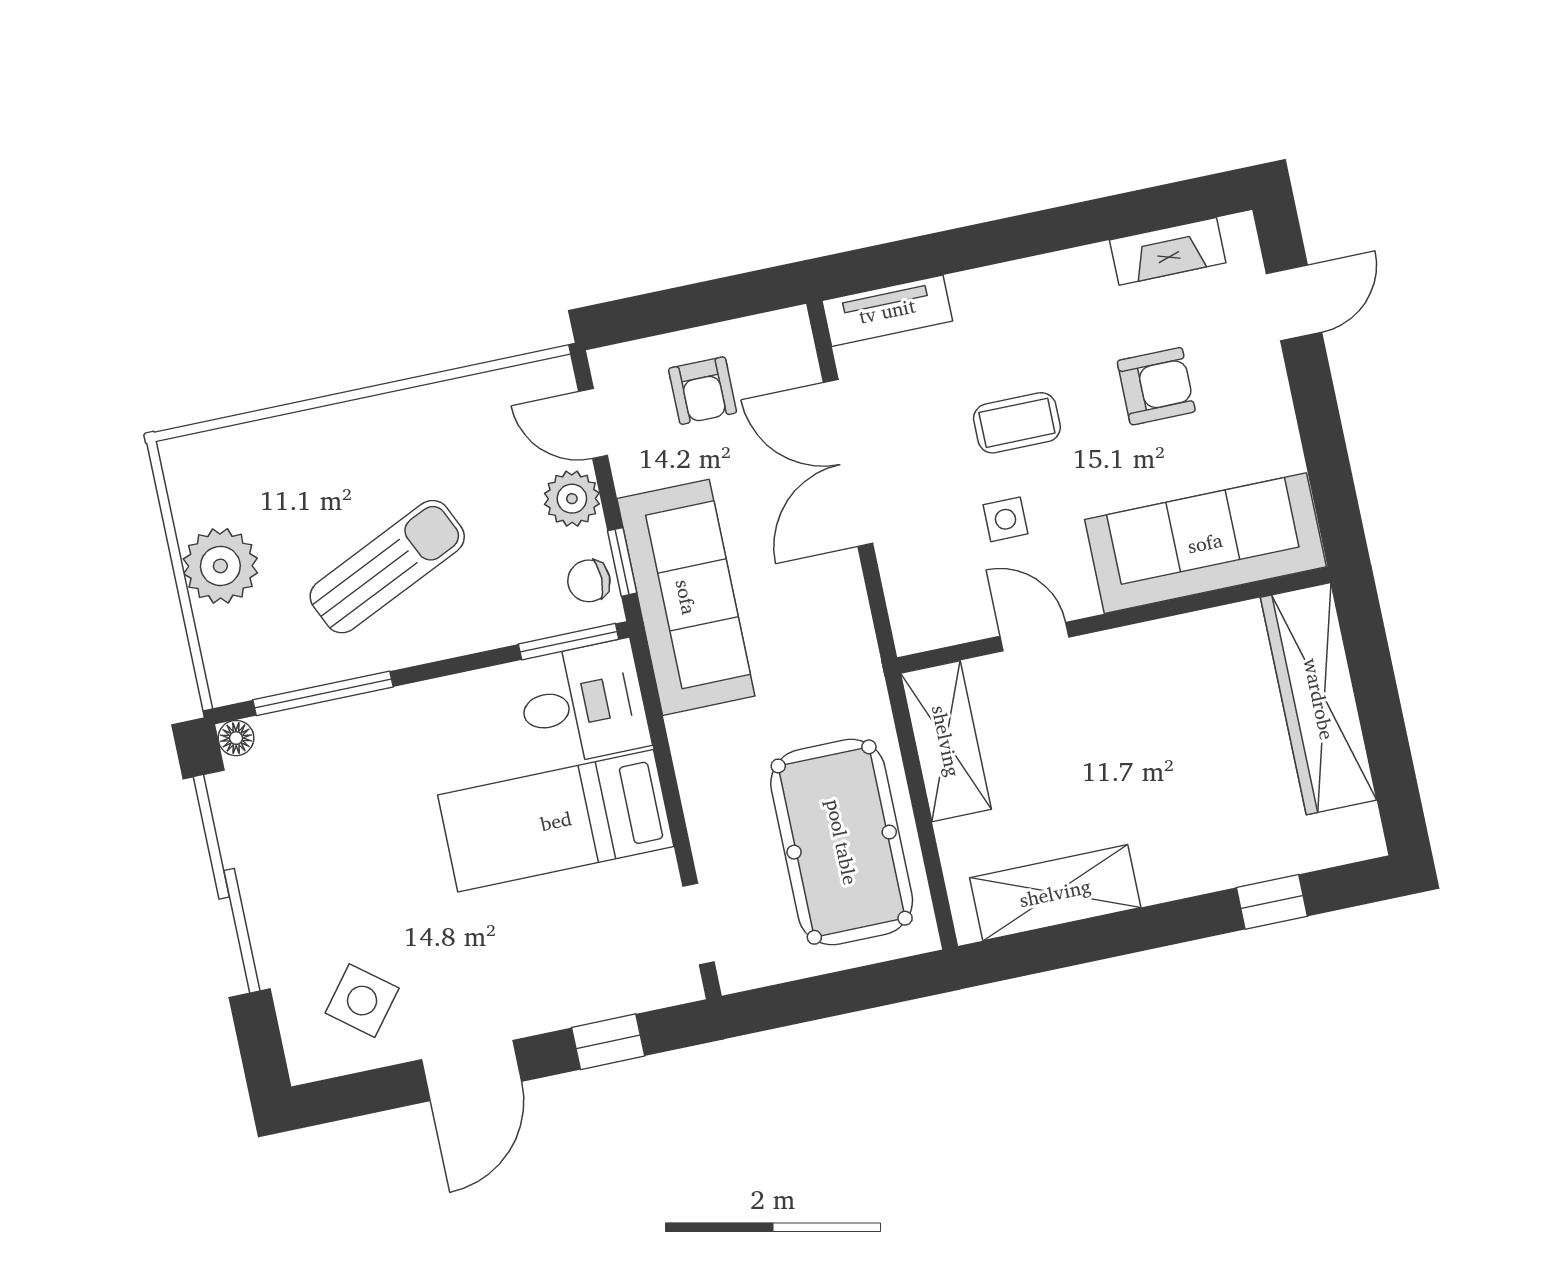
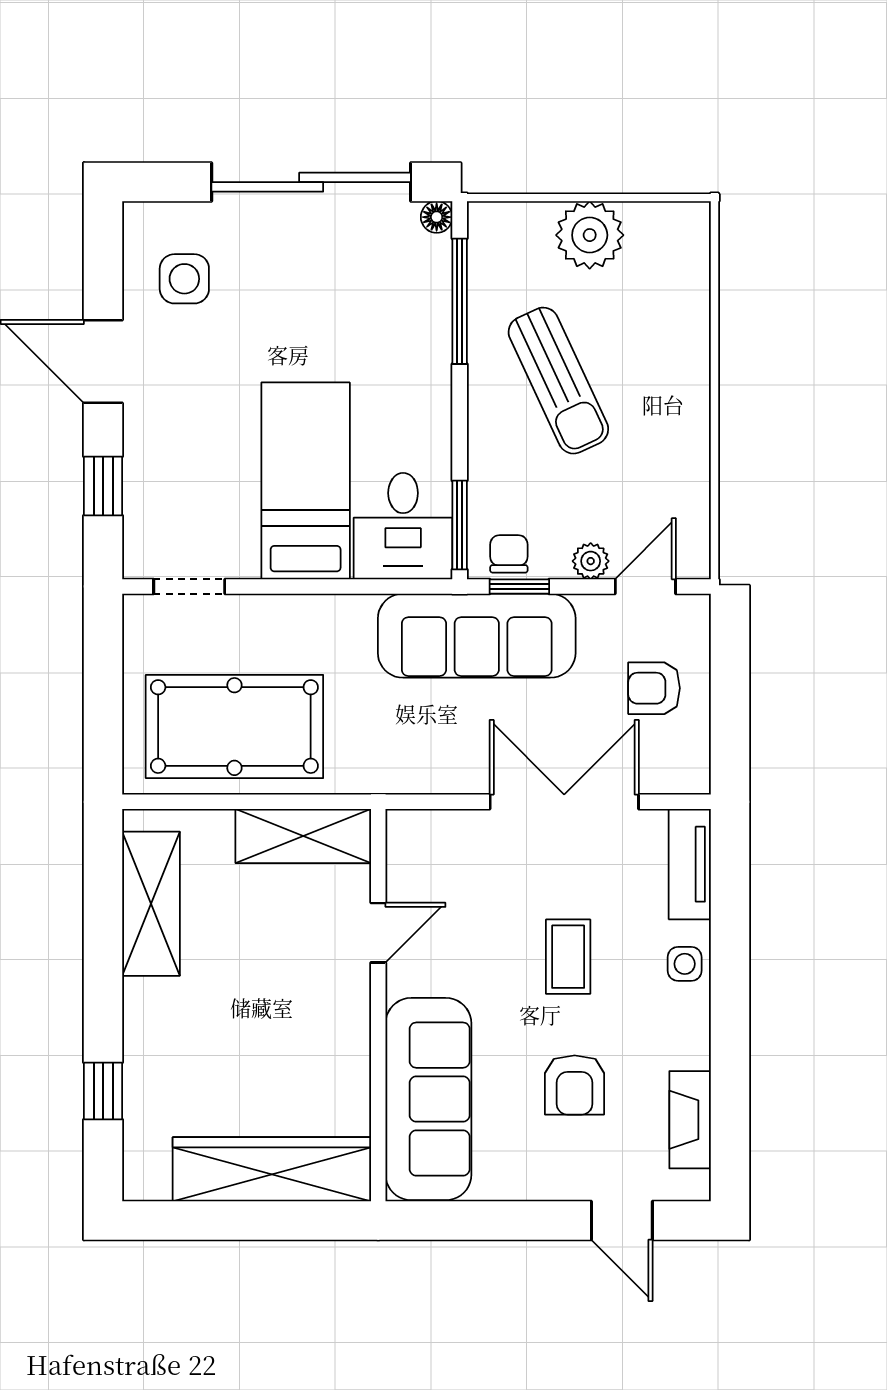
plant: (572, 499) -> (591, 561), width x0.73, depth x0.73
side table: (1006, 519) -> (685, 964), moved
side table: (362, 1001) -> (184, 279), turned -38

